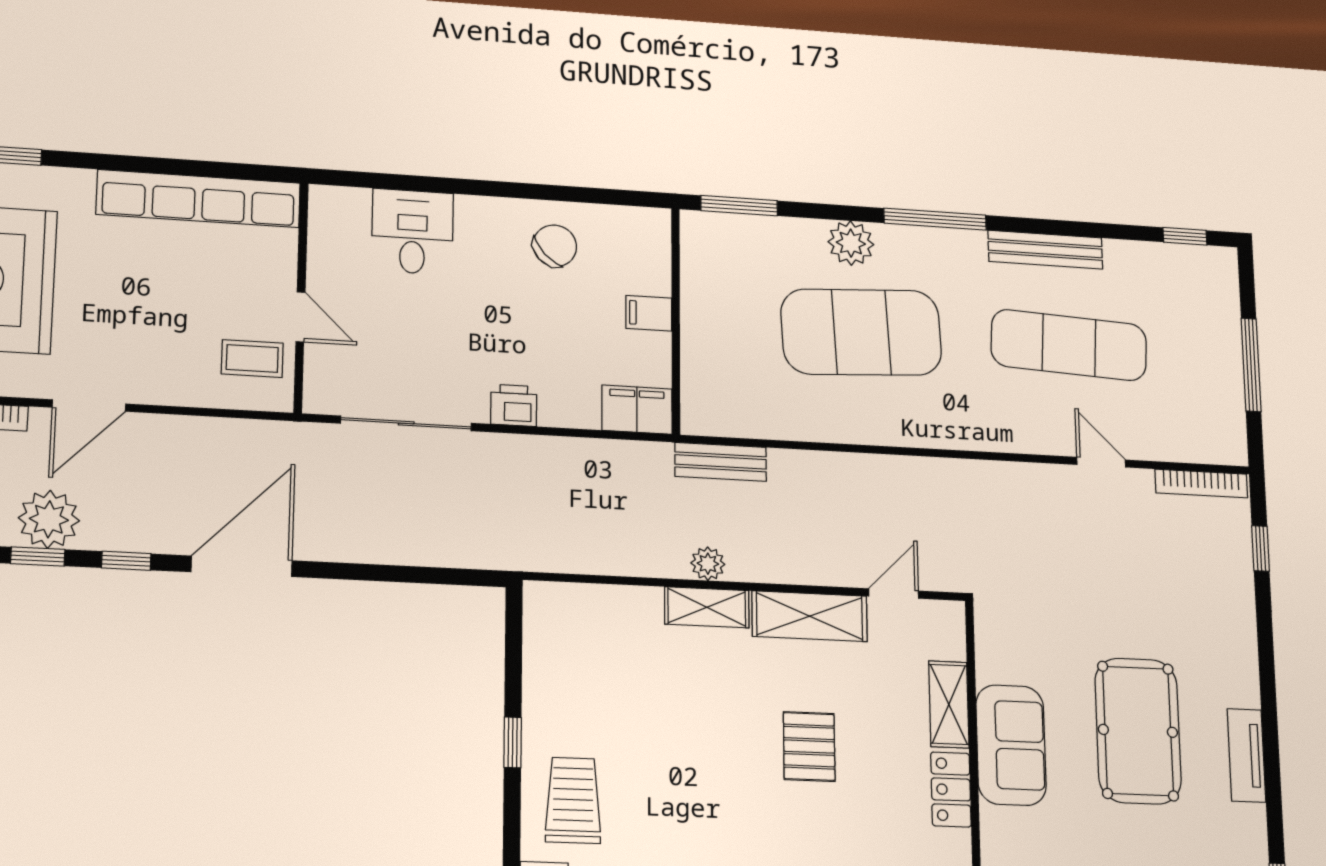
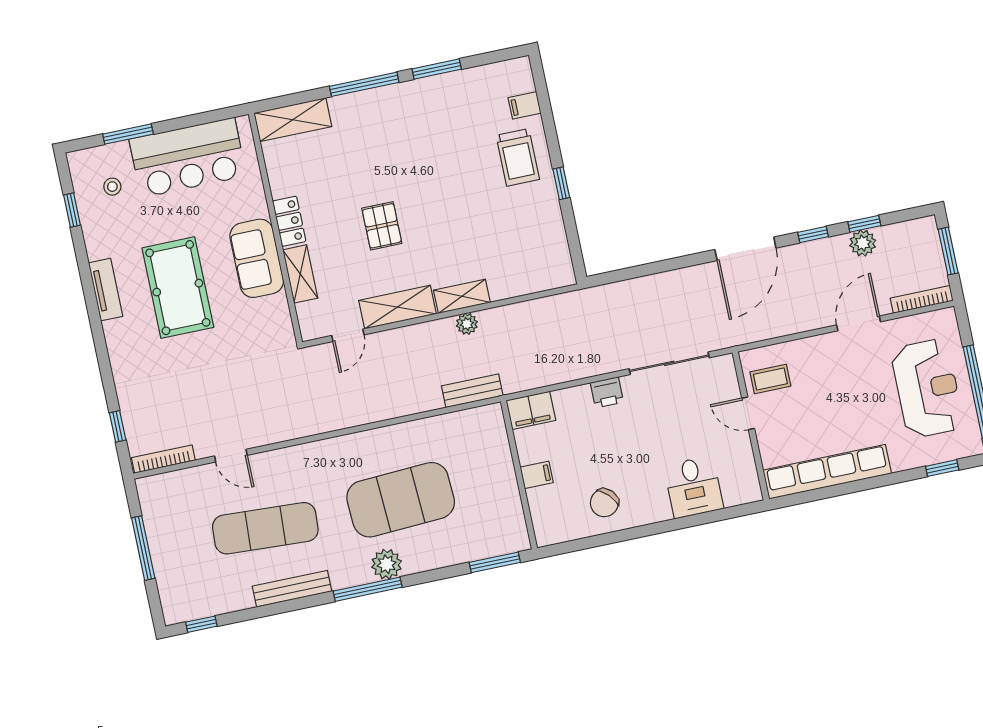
plant: (851, 243) -> (387, 564), moved
plant: (49, 519) -> (863, 243), width x0.73, depth x0.73

